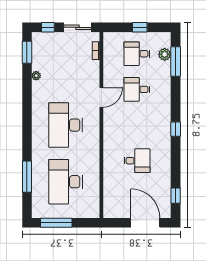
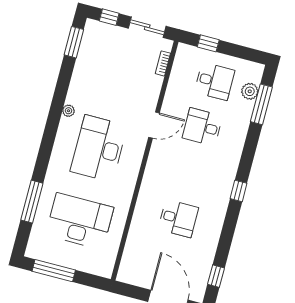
window: (140, 27) -> (208, 43), moved
desk: (137, 54) -> (215, 81), turned 180
plant: (36, 76) -> (68, 111), moved
desk: (66, 182) -> (80, 221), turned 90

